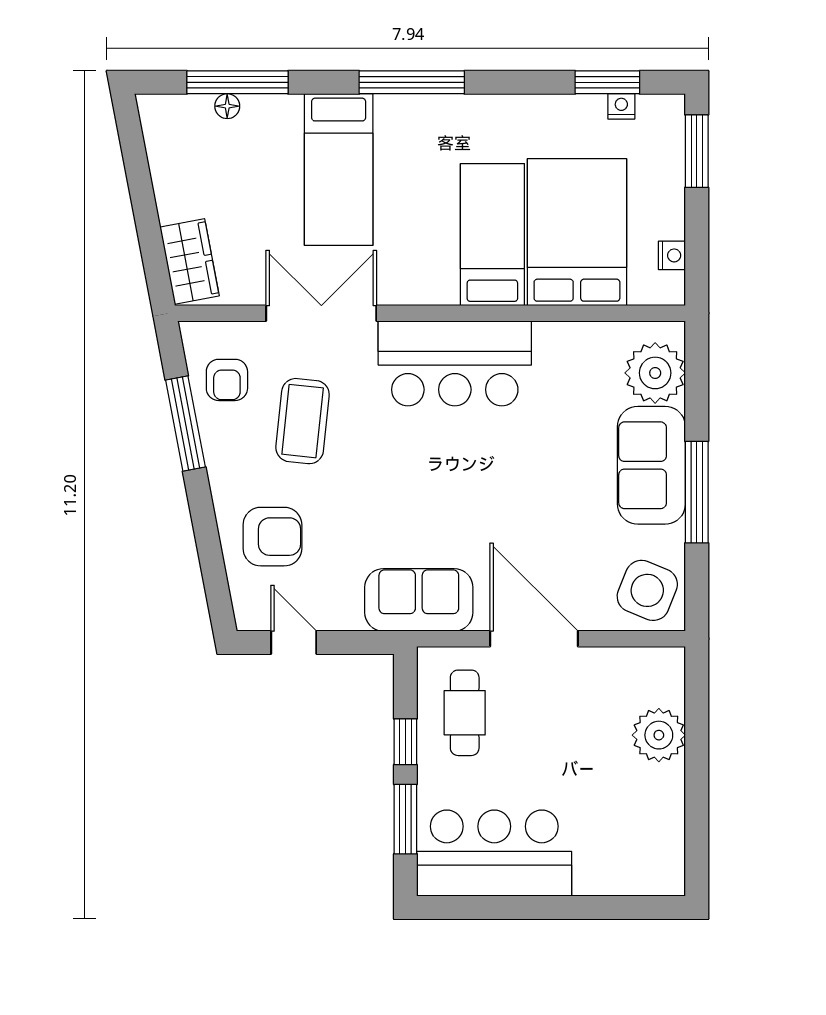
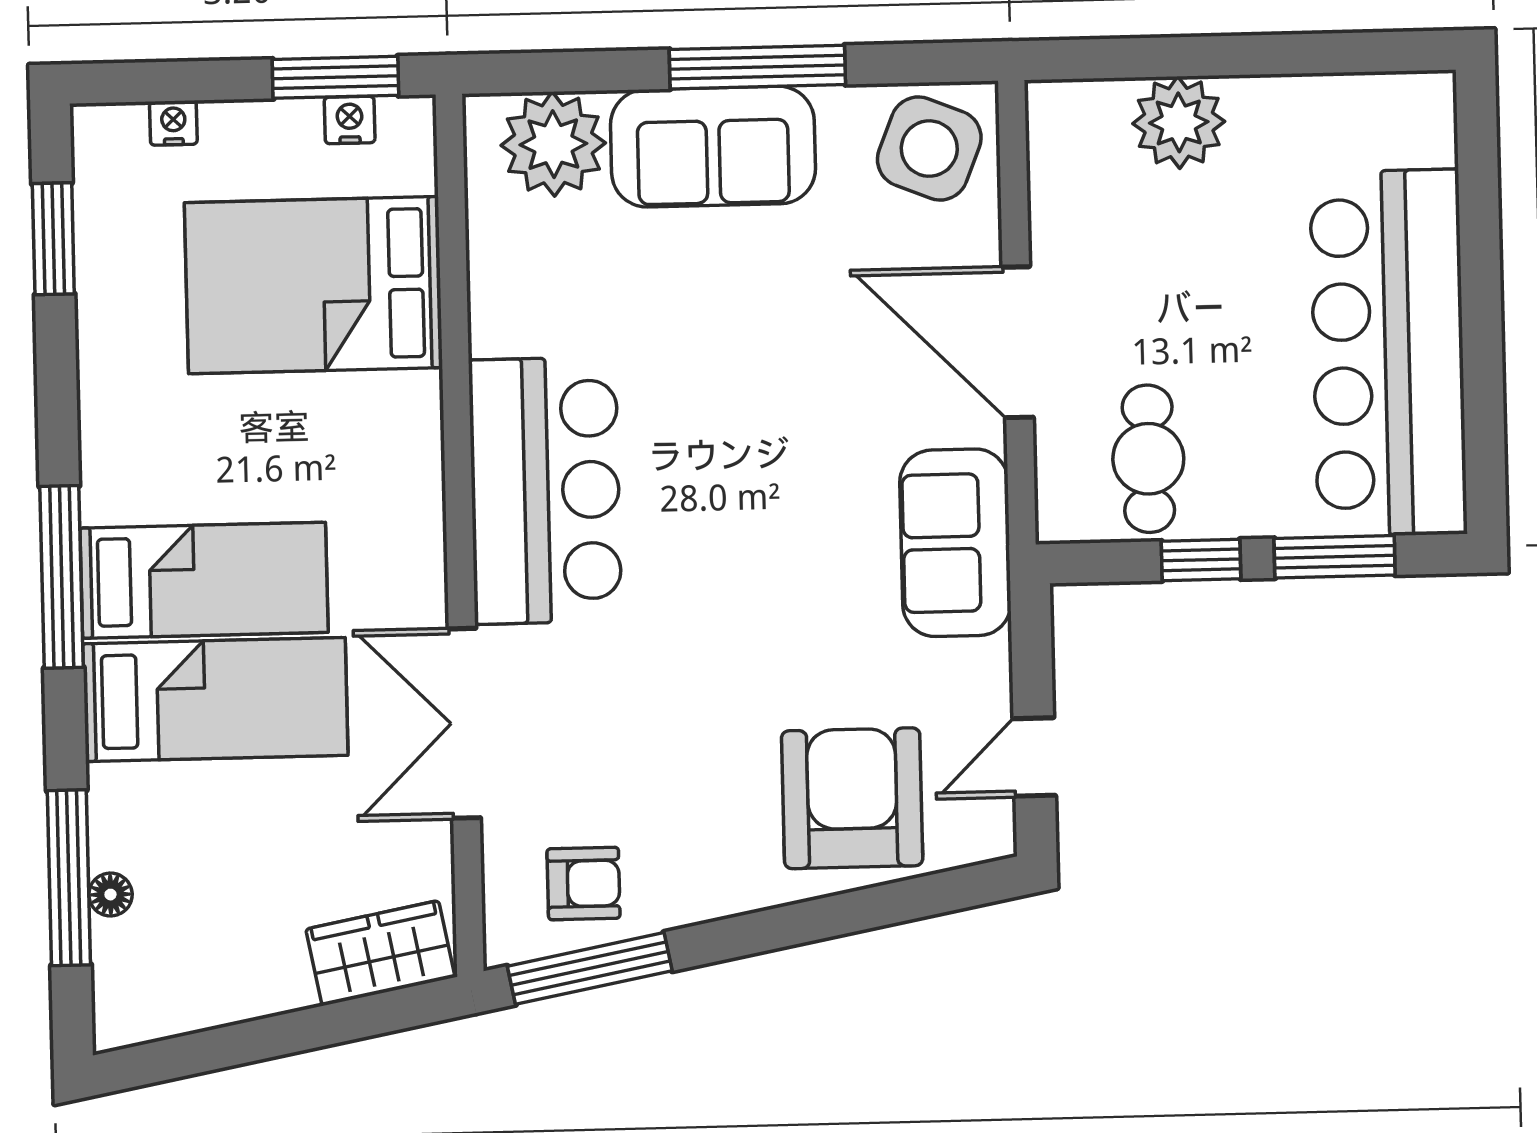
nightstand: (621, 106) -> (173, 123), moved, turned 90
window: (697, 151) -> (335, 77), moved
bed: (492, 235) -> (204, 580), moved, turned 180
coffee table: (303, 421) -> (651, 751), removed
window: (185, 423) -> (590, 968), moved
armchair: (272, 537) -> (852, 798), width x1.36, depth x1.36
door: (534, 639) -> (1018, 342), hinge flipped
cafe table: (465, 713) -> (1148, 459), turned 90
bar counter: (494, 853) -> (1388, 353), width x1.36

